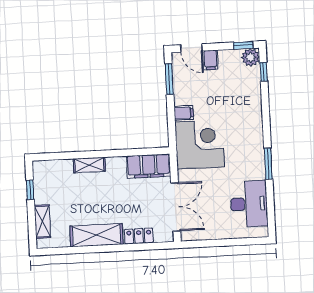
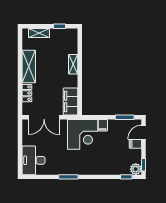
desk: (249, 204) -> (34, 160), moved, turned 90

